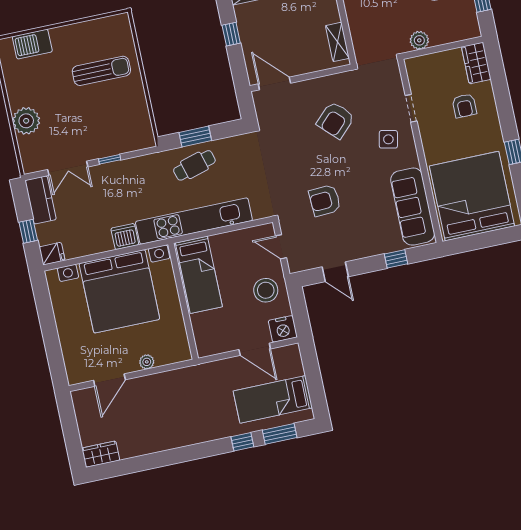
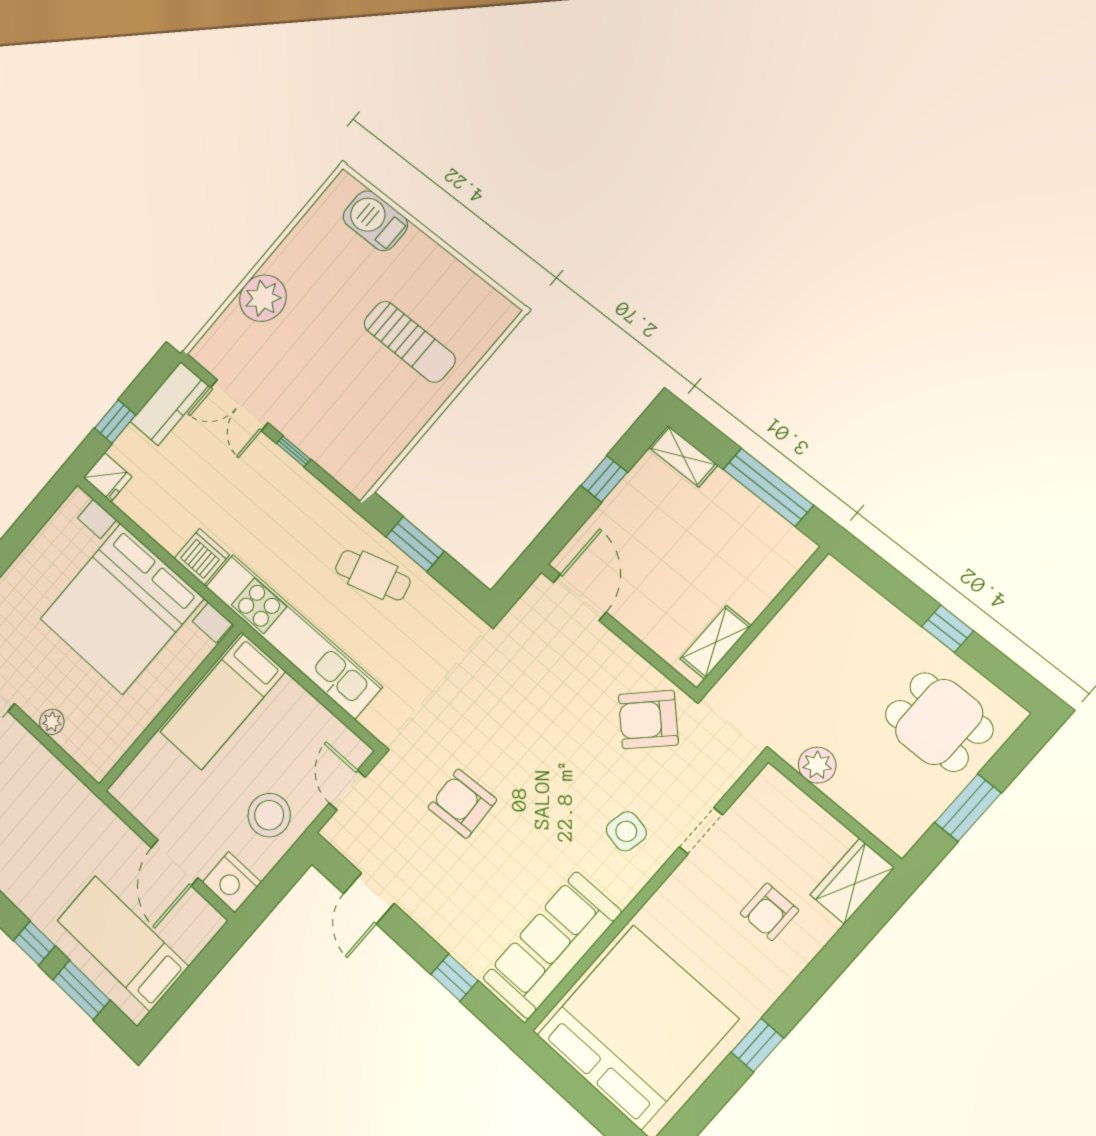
armchair: (336, 120) -> (648, 720), moved

